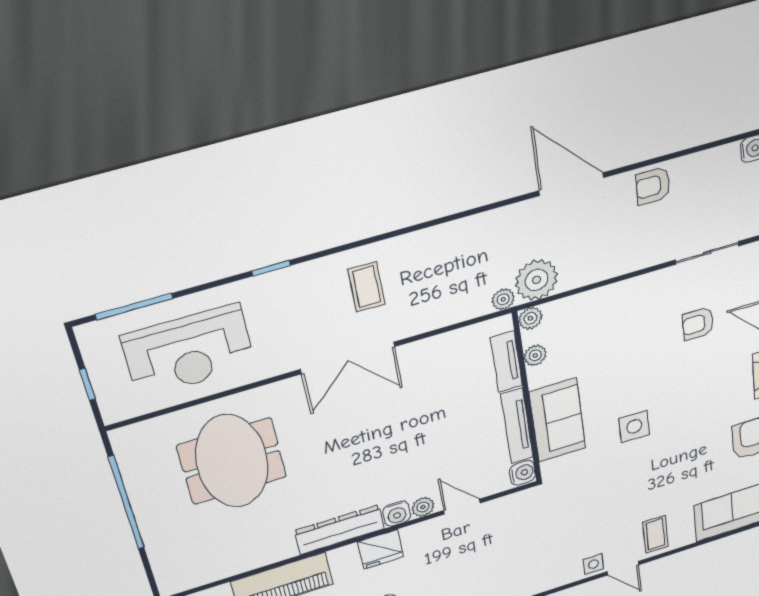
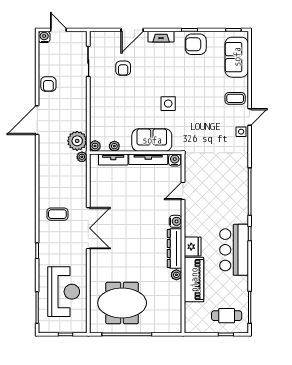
meeting table: (232, 461) -> (122, 303), moved
plant: (423, 507) -> (176, 275), moved
fridge: (381, 549) -> (193, 247), moved

